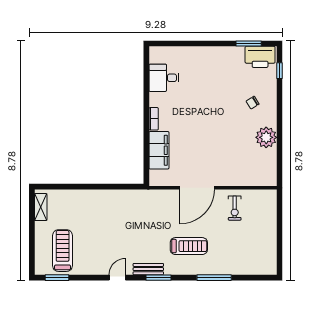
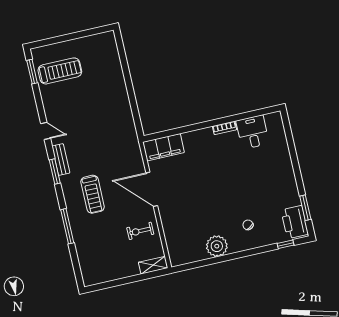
bookcase: (154, 119) -> (224, 128), moved
filing cabinet: (159, 150) -> (164, 147), moved
shelving: (41, 207) -> (153, 265), moved

